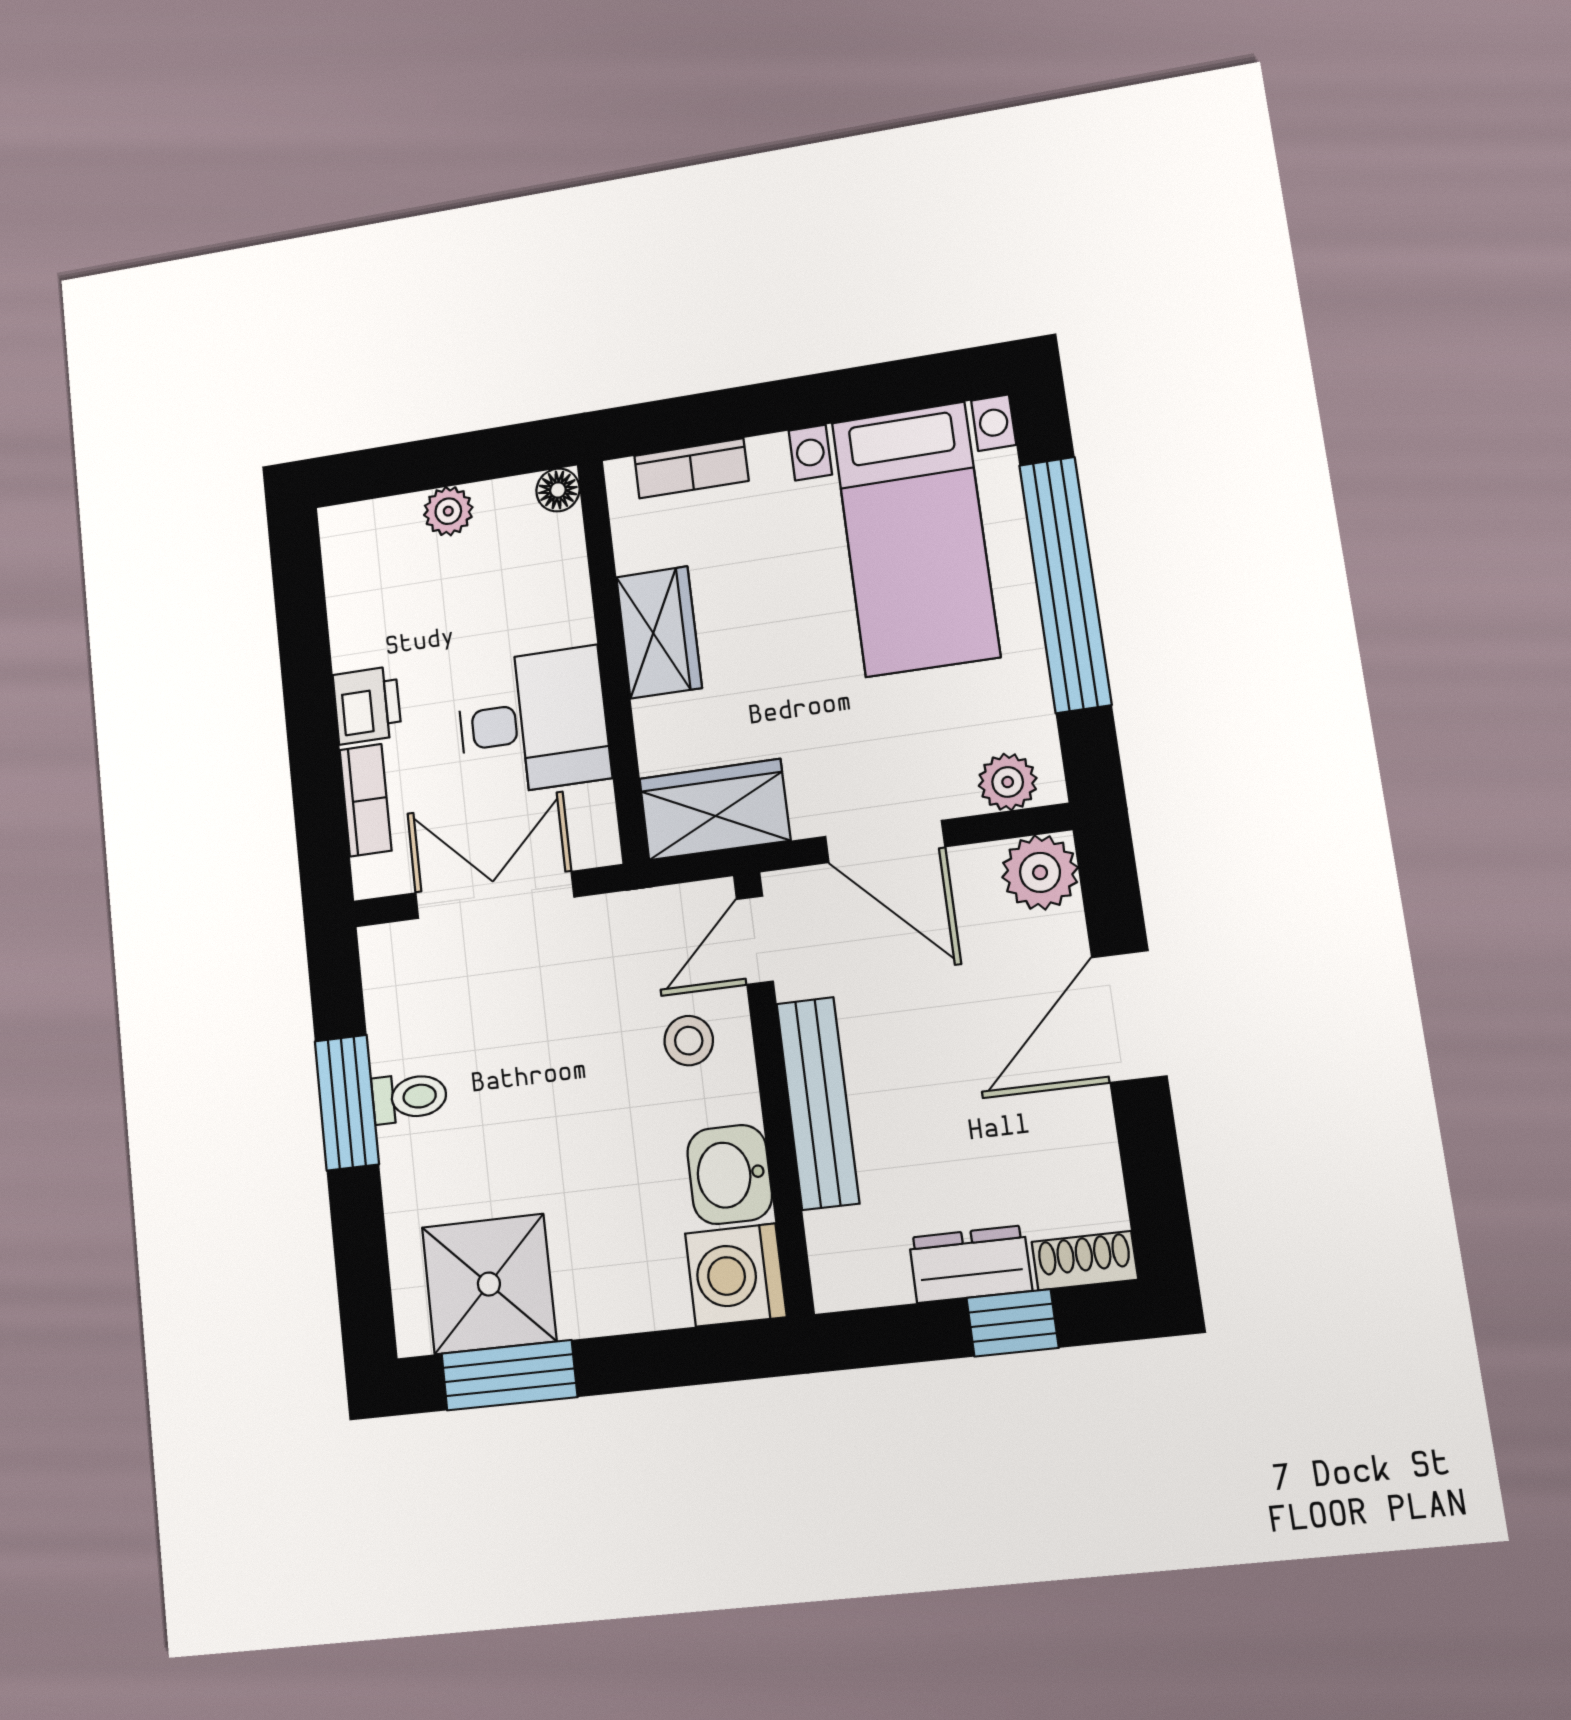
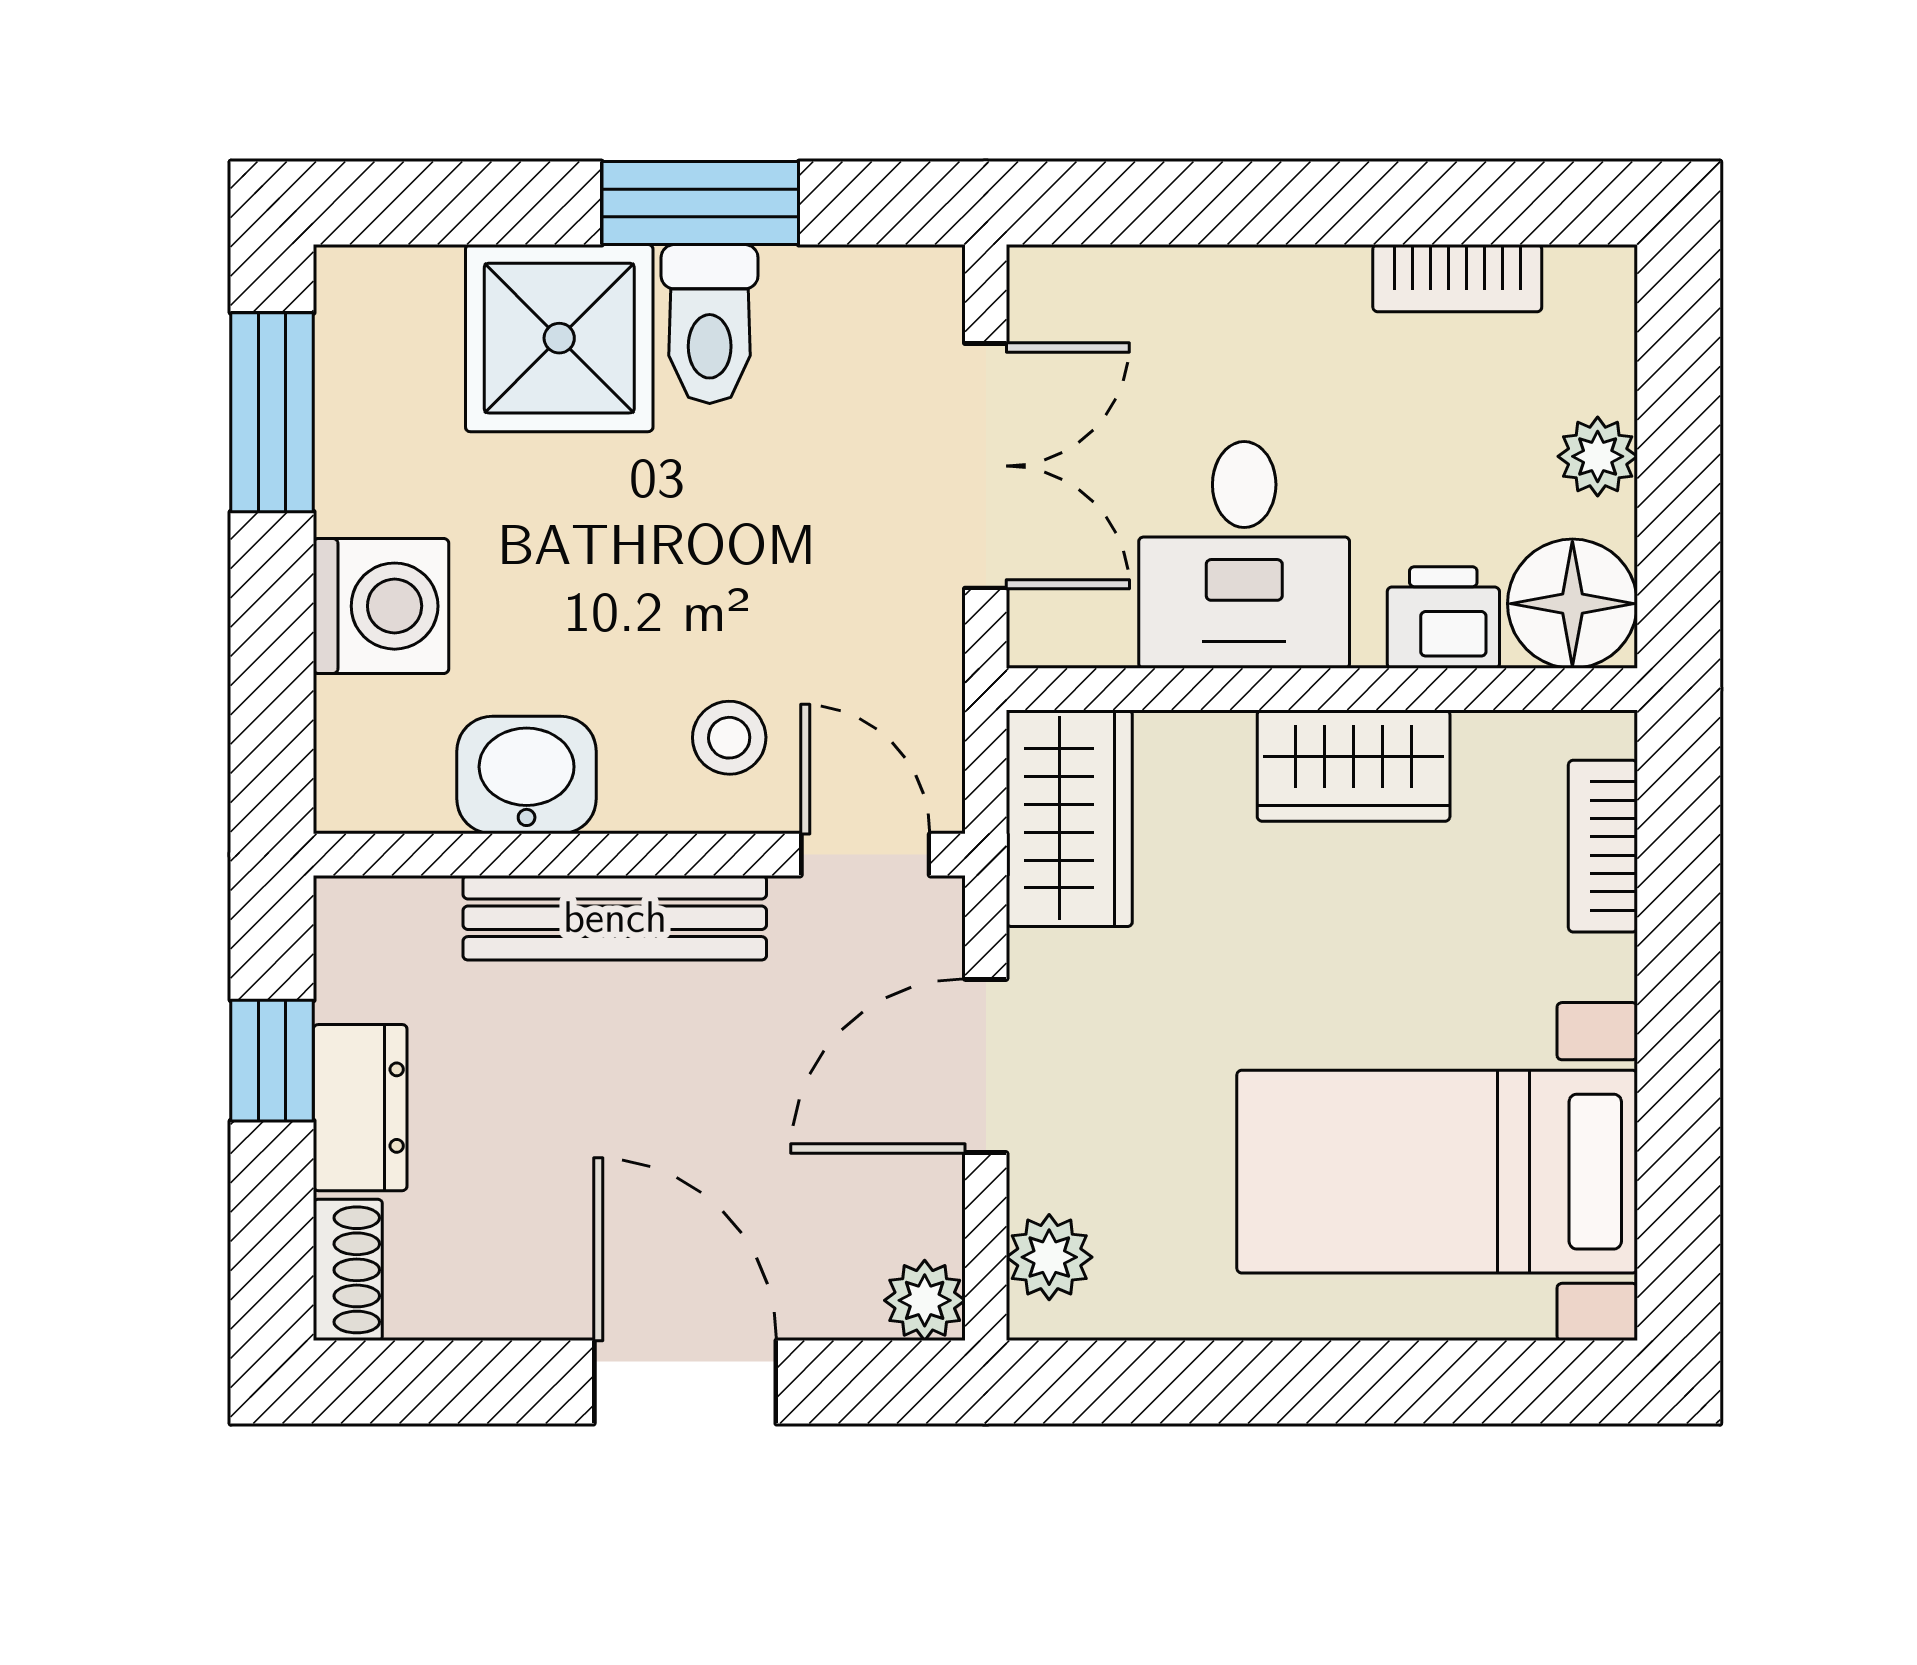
floor lamp: (558, 490) -> (1572, 604), width x1.89, depth x1.89
window: (1065, 584) -> (1333, 1382), removed
printer: (367, 705) -> (1443, 617), moved, turned 180
bookcase: (366, 800) -> (1457, 278), moved
plant: (1040, 872) -> (925, 1300), width x0.73, depth x0.73
toilet: (409, 1097) -> (710, 324), width x1.37, depth x1.39
washing machine: (736, 1275) -> (381, 606), moved, turned 90
shower: (489, 1284) -> (559, 338), moved
window: (1012, 1323) -> (272, 1061), moved

